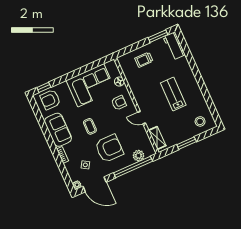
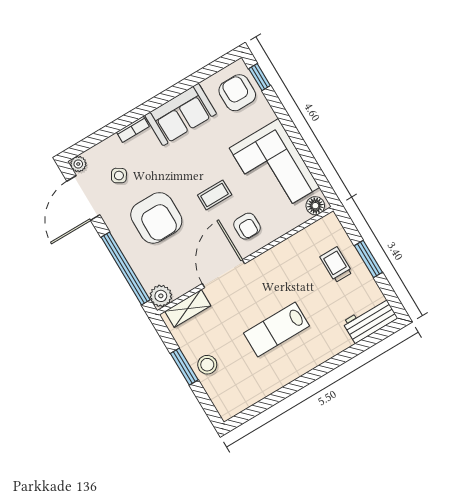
window: (158, 36) -> (368, 259), moved
floor lamp: (119, 82) -> (315, 206), moved
lab bench: (173, 94) -> (276, 329), turned 180
door: (142, 118) -> (223, 274), width x1.88
stool: (200, 121) -> (207, 365), moved
coffee table: (90, 126) -> (215, 195), moved
plant: (139, 156) -> (161, 296), moved

